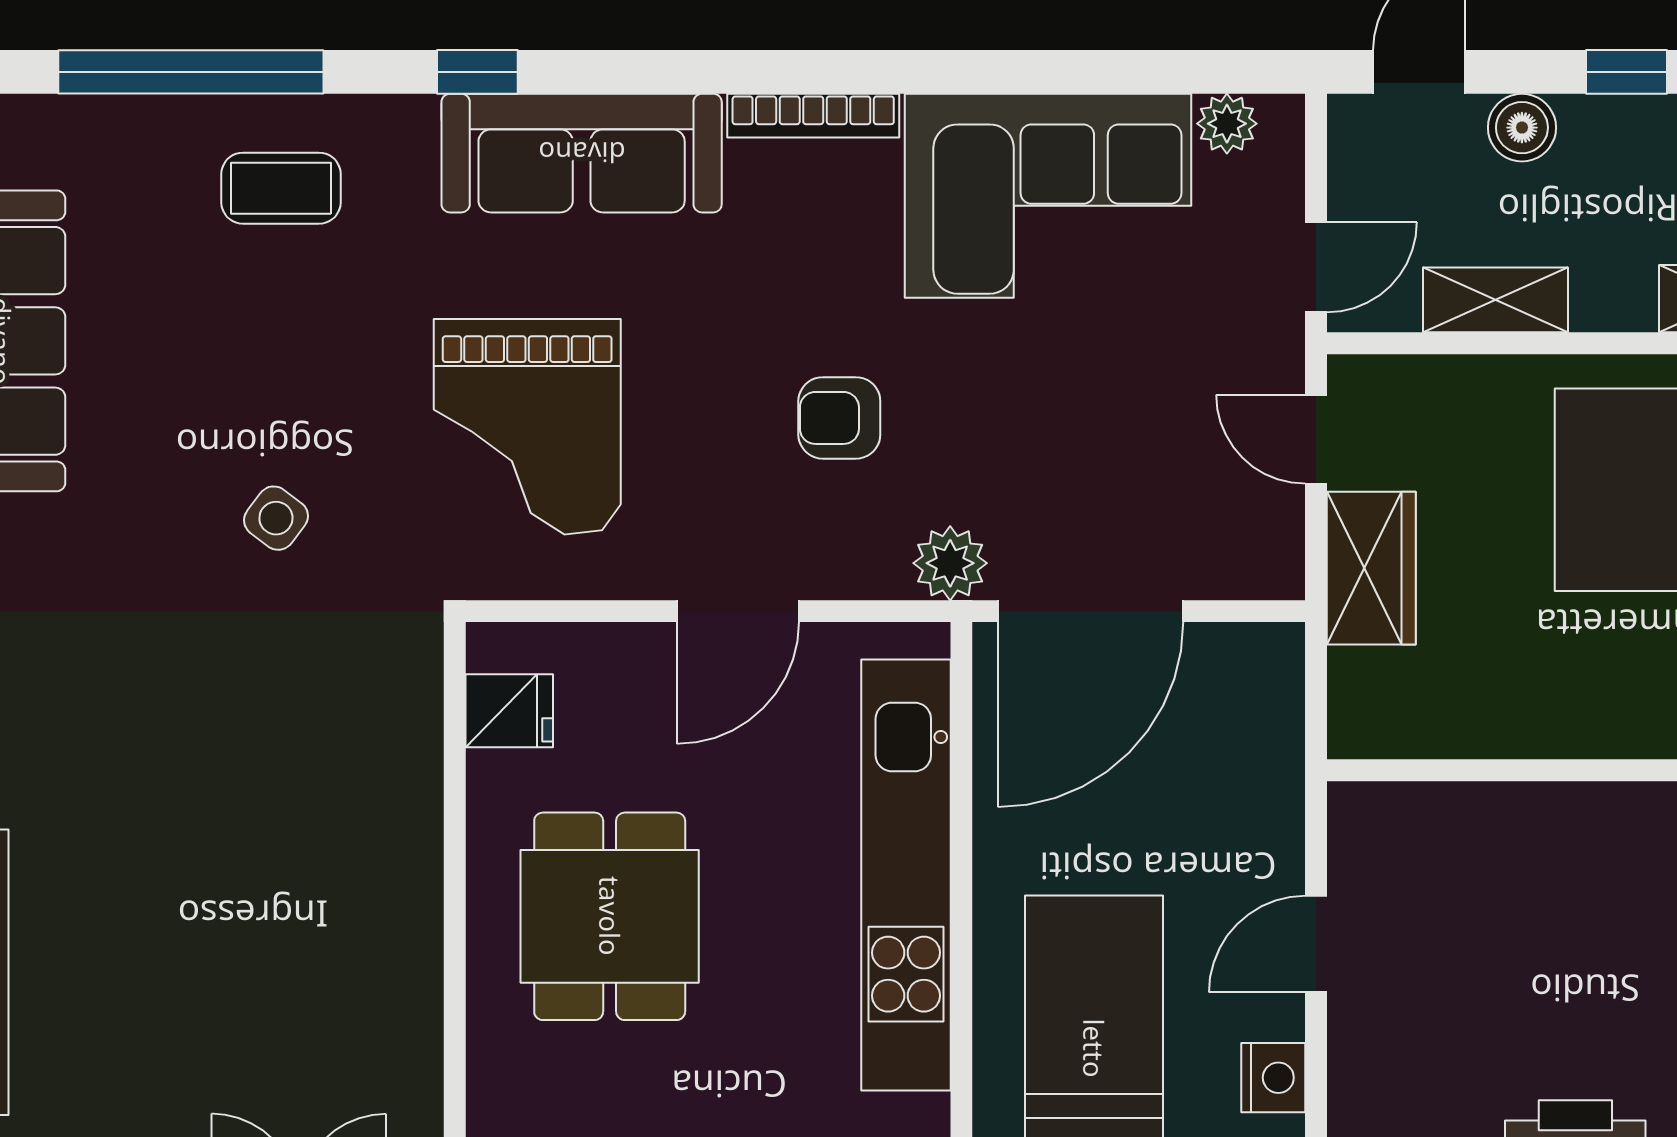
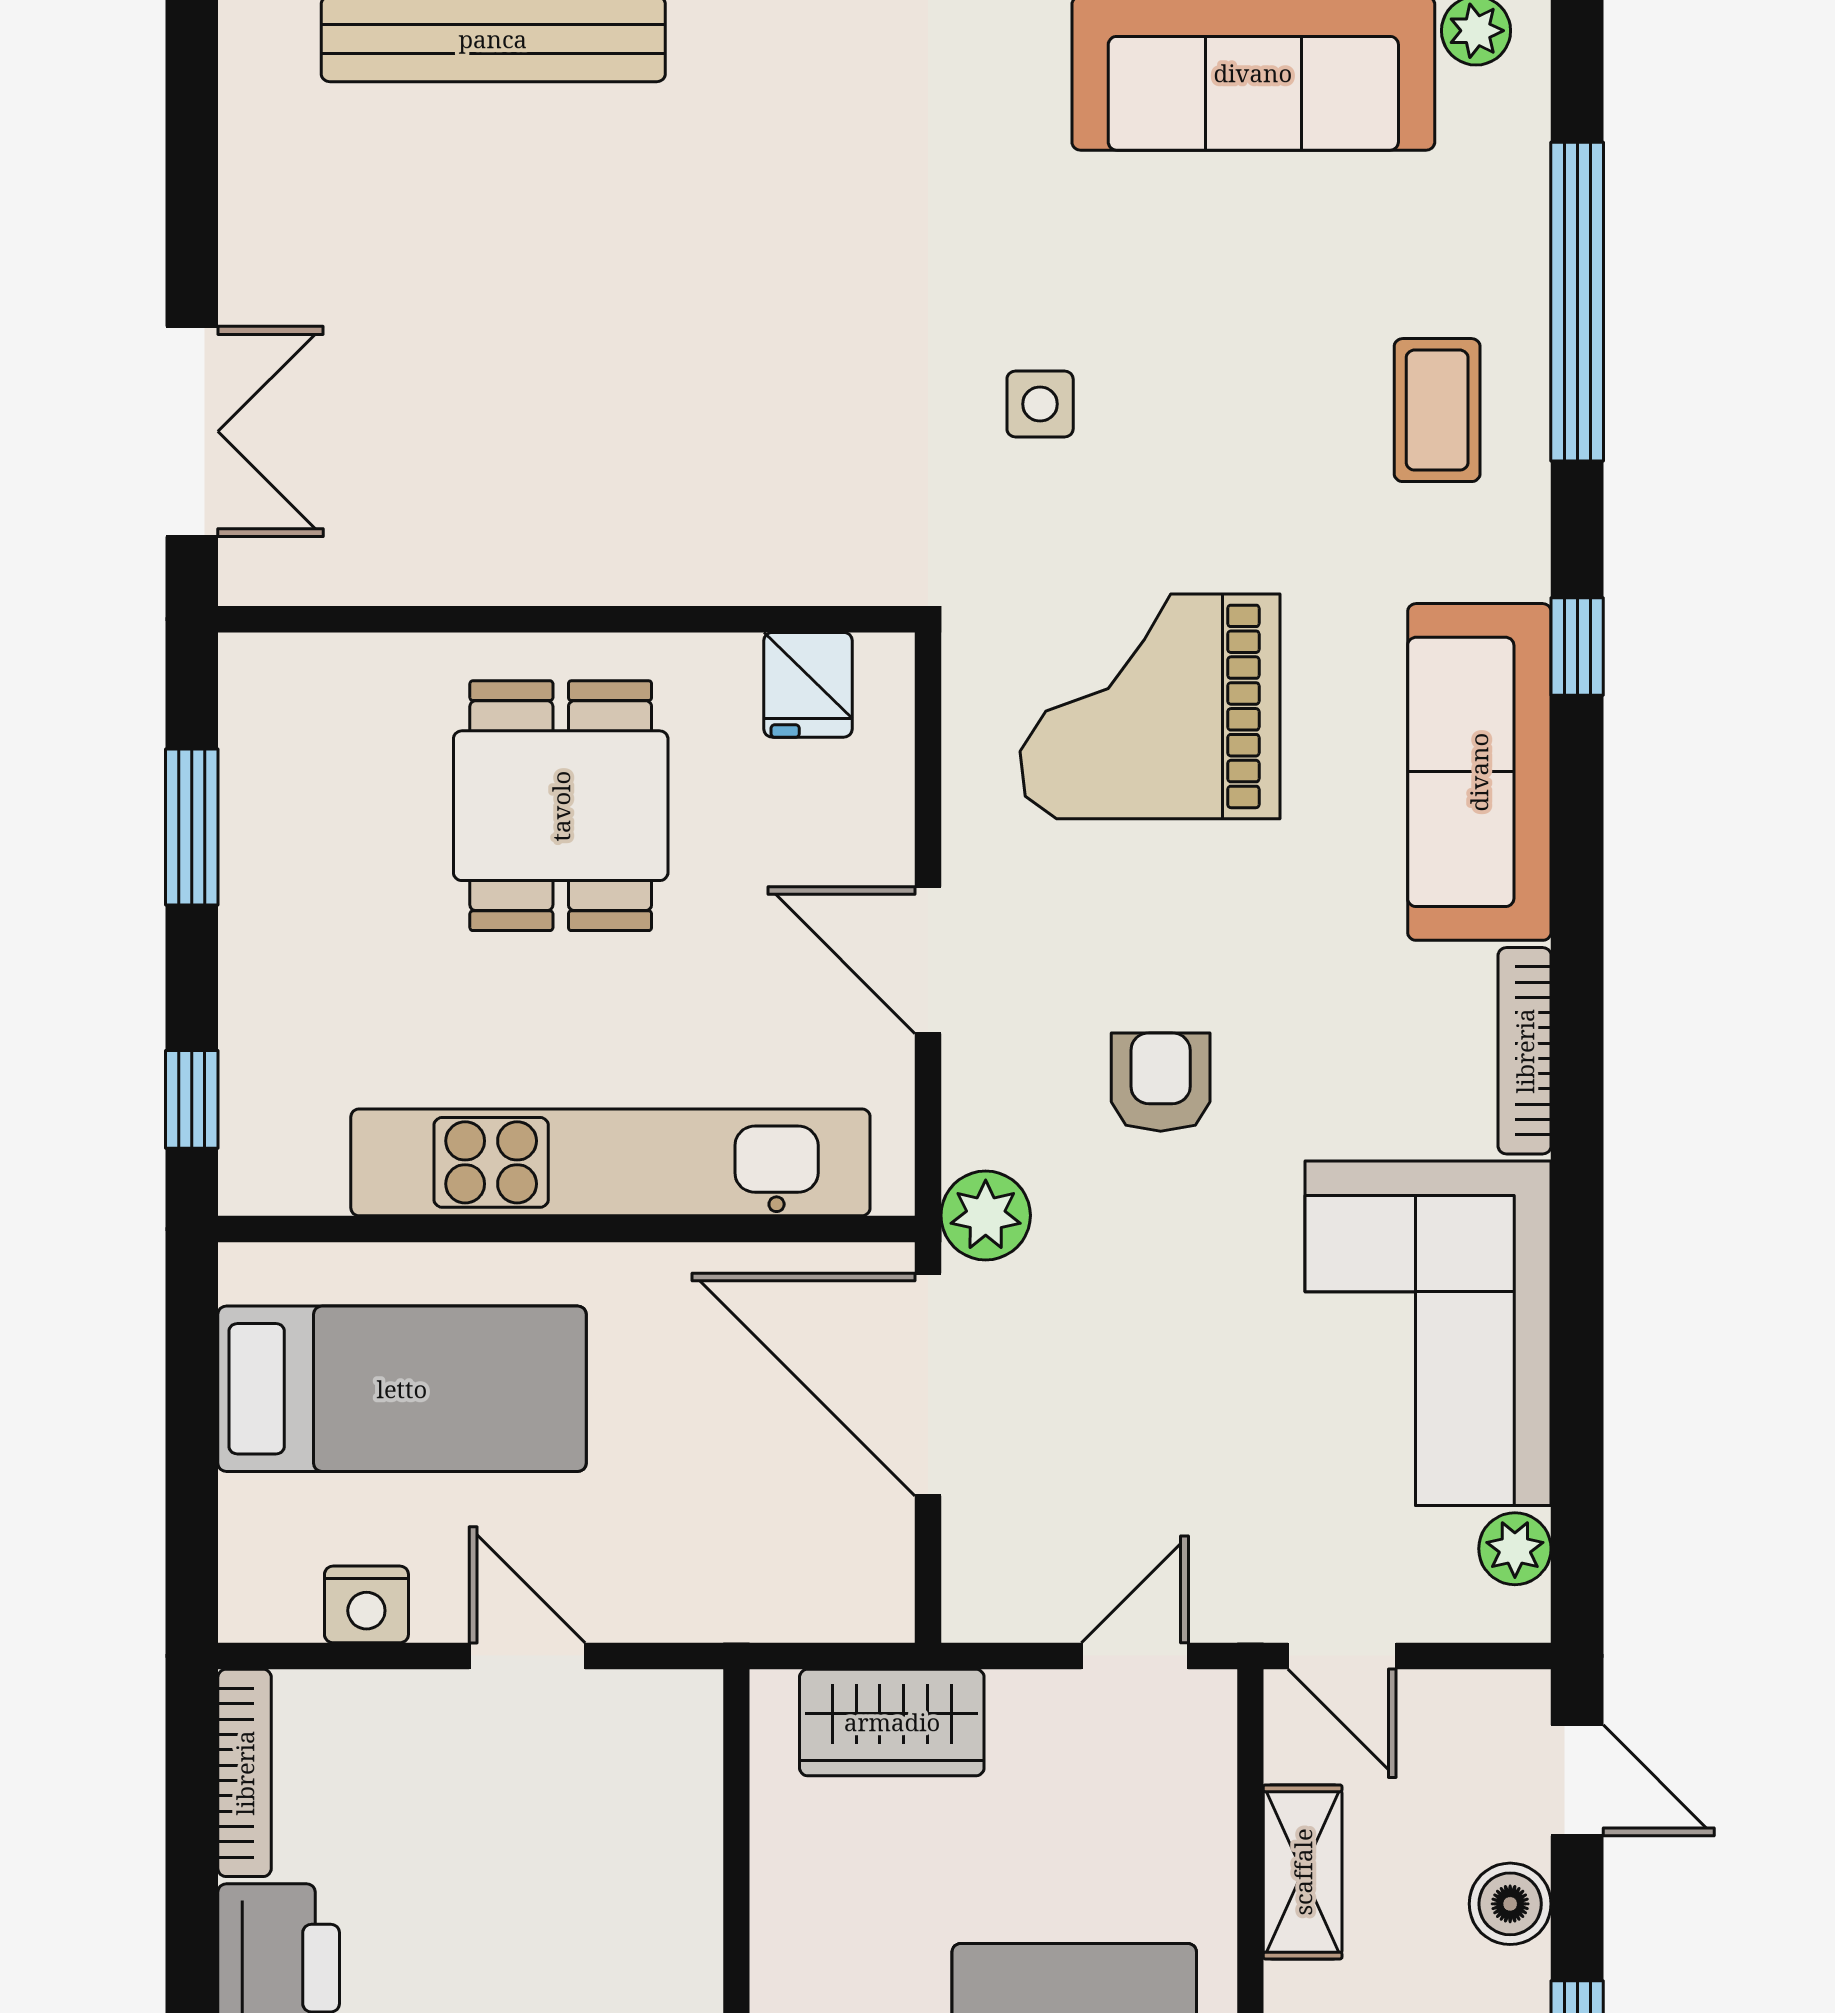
side table: (276, 518) -> (1040, 404), turned -37
wardrobe: (1371, 568) -> (892, 1722), moved
dining table: (610, 916) -> (561, 806), turned 90

